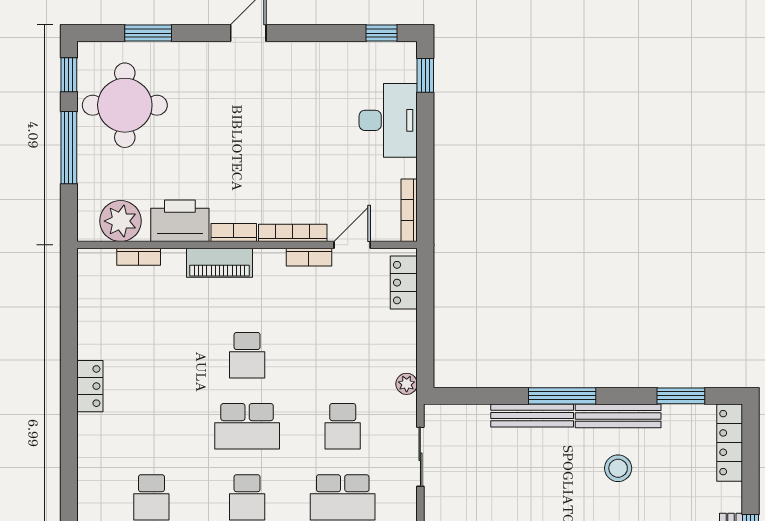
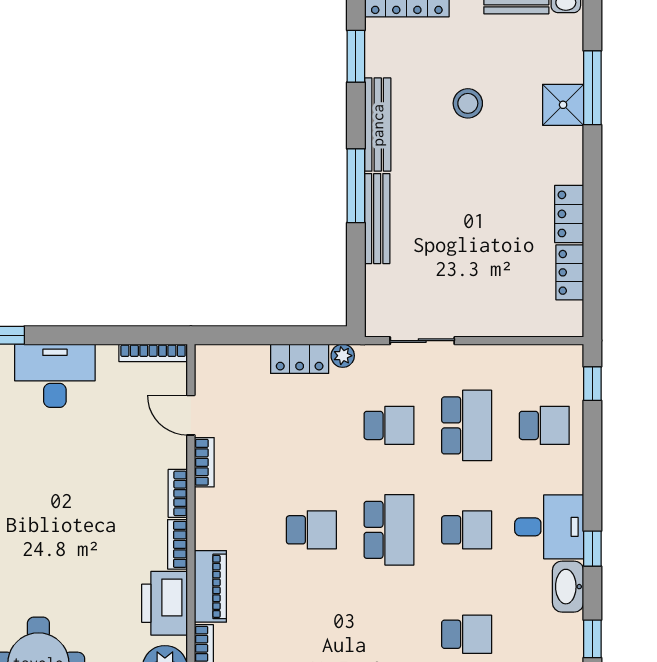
bookcase: (293, 233) -> (178, 493), width x0.64
piano: (220, 263) -> (210, 586), moved
locker: (404, 283) -> (300, 359), moved
stool: (618, 468) -> (468, 103), moved

